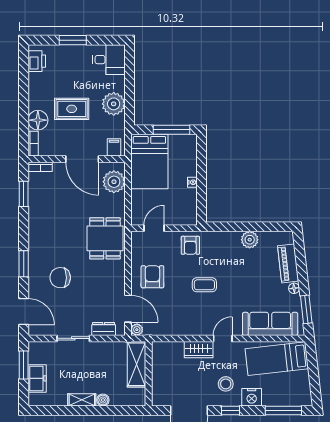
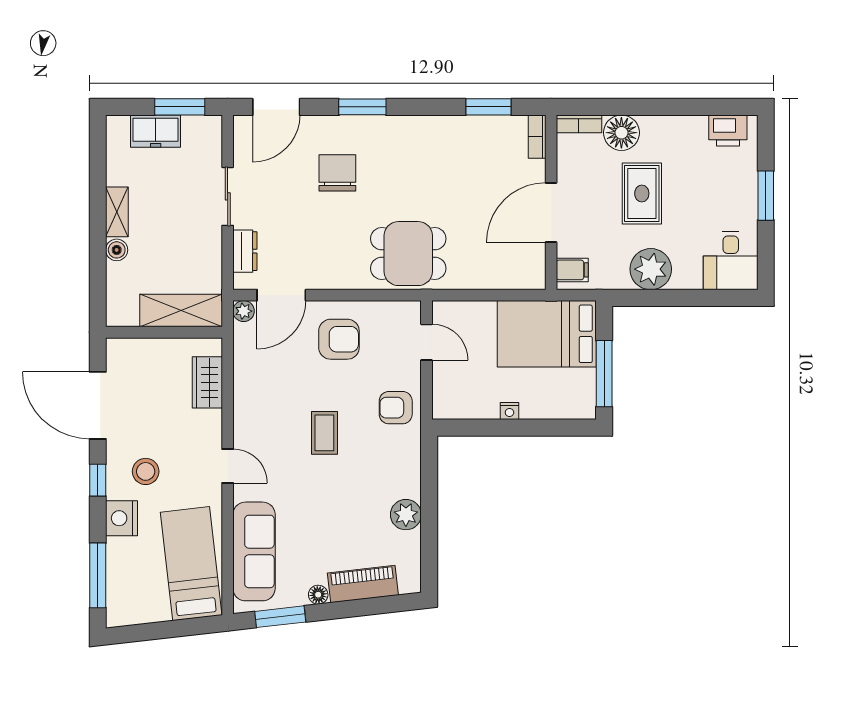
plant: (114, 182) -> (510, 270), removed
wardrobe: (199, 350) -> (207, 382), moved

